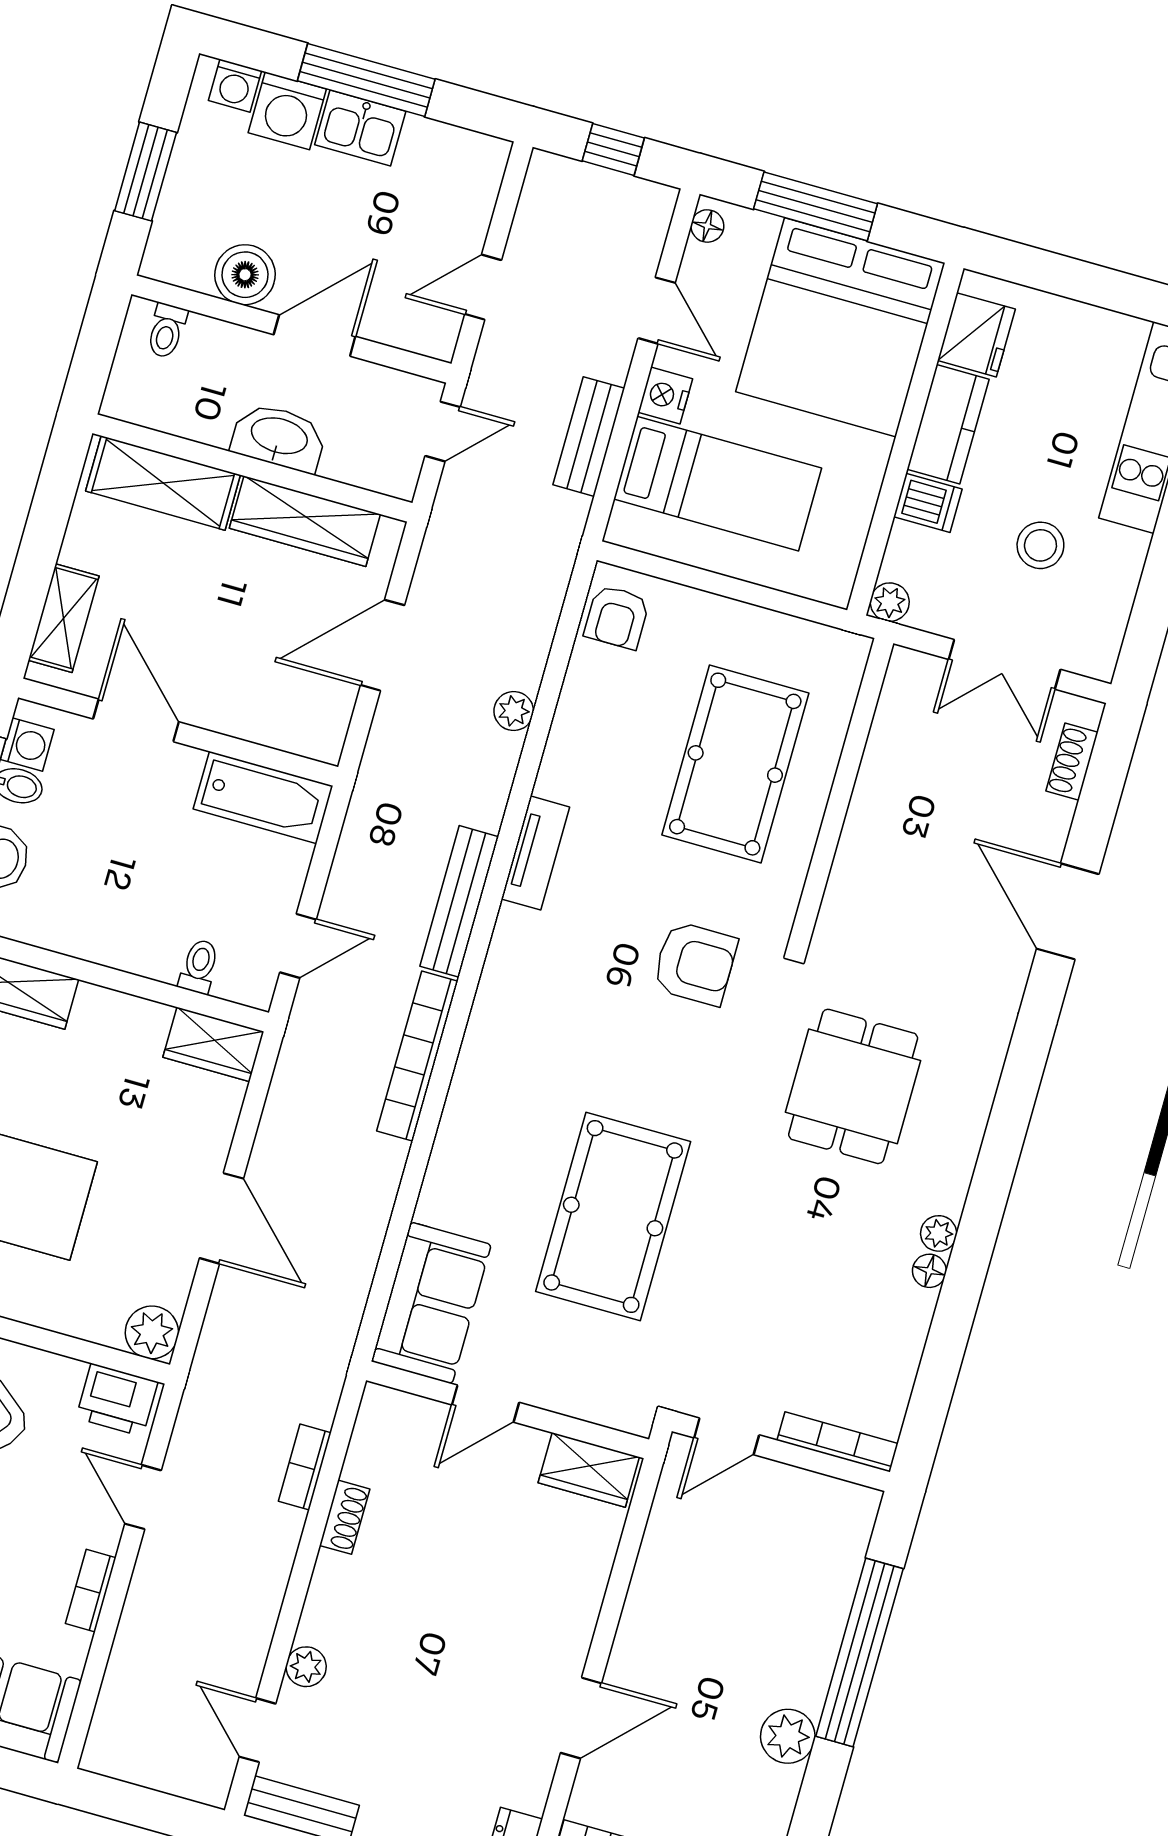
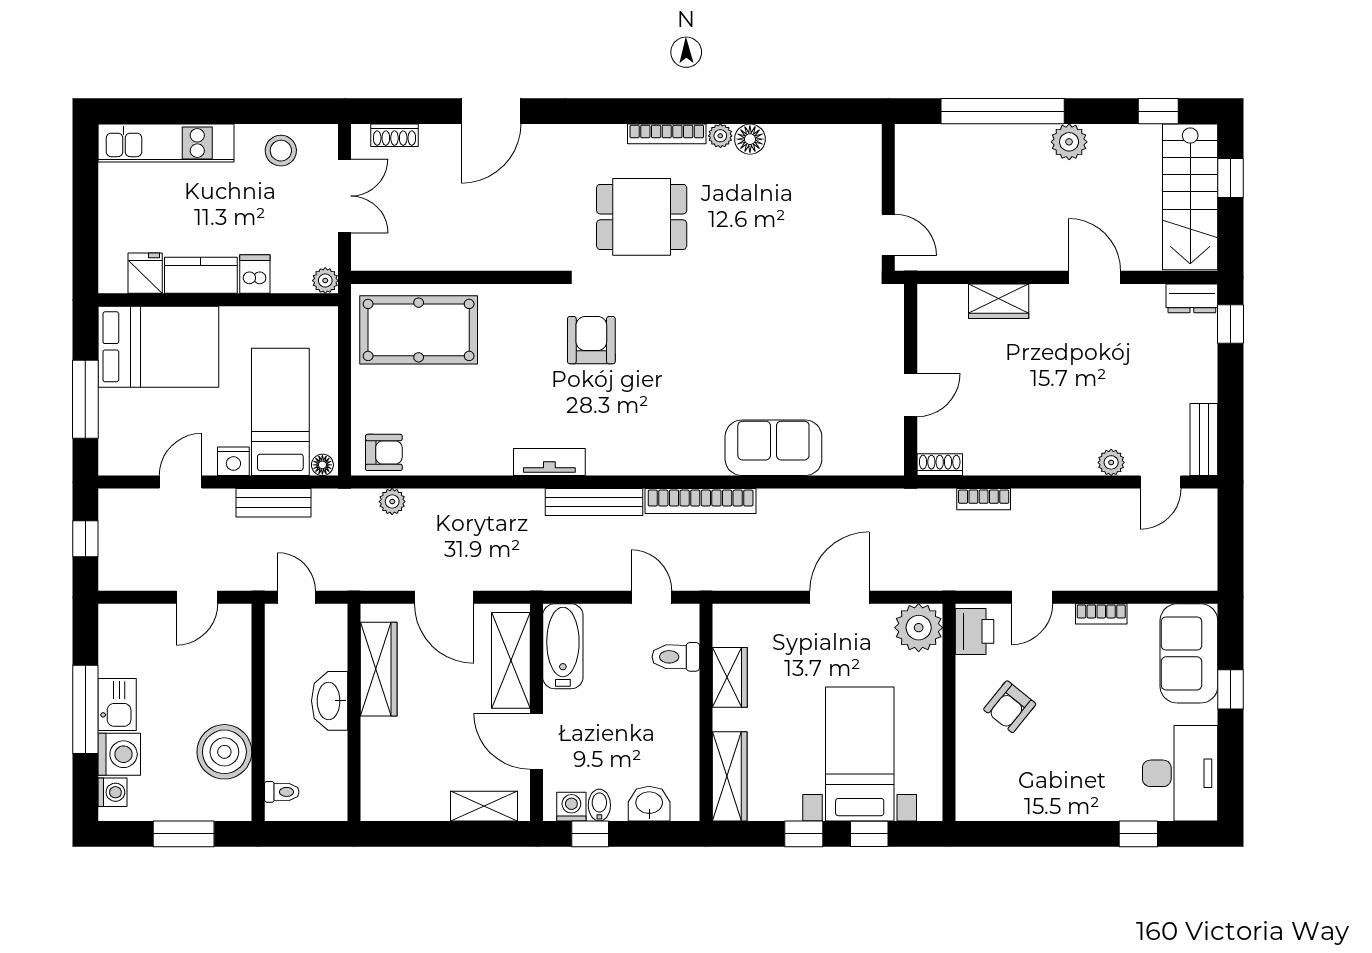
floor lamp: (707, 226) -> (322, 465), moved
boiler: (245, 275) -> (224, 752), width x1.37, depth x1.37
door: (483, 287) -> (197, 597), hinge flipped
bed: (840, 327) -> (158, 347), width x0.73
fridge: (976, 335) -> (145, 273), width x0.72
door: (315, 336) -> (258, 696), removed
shelving: (163, 483) -> (511, 660), moved
stool: (1040, 545) -> (281, 151), moved
plant: (514, 711) -> (392, 502), moved
door: (136, 720) -> (536, 741), hinge flipped
pool table: (735, 764) -> (419, 330), moved
toilet: (199, 966) -> (676, 657), width x1.37, depth x1.39
wardrobe: (213, 1044) -> (730, 677), moved
pool table: (613, 1216) -> (768, 347), removed
floor lamp: (929, 1271) -> (750, 139), width x1.37, depth x1.37
sofa: (431, 1303) -> (773, 448), moved
plant: (152, 1332) -> (919, 628), width x1.36, depth x1.36
door: (486, 1404) -> (911, 395), hinge flipped
bookcase: (838, 1442) -> (667, 134), moved, turned -90
wardrobe: (589, 1470) -> (999, 301), moved, turned 90
shoe rack: (345, 1517) -> (940, 465), moved

